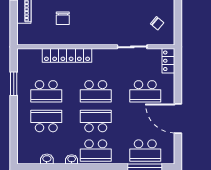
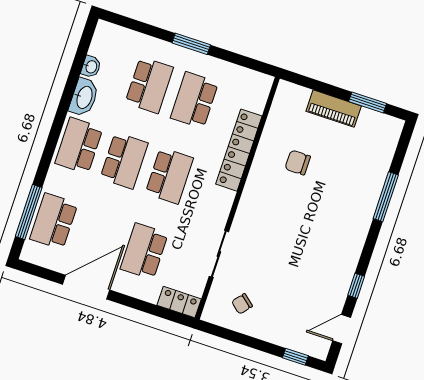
window: (14, 84) -> (191, 44), moved
school desk: (96, 91) -> (169, 176), turned 180
washbasin: (72, 159) -> (84, 97), width x1.91, depth x1.45

